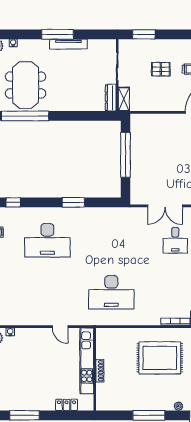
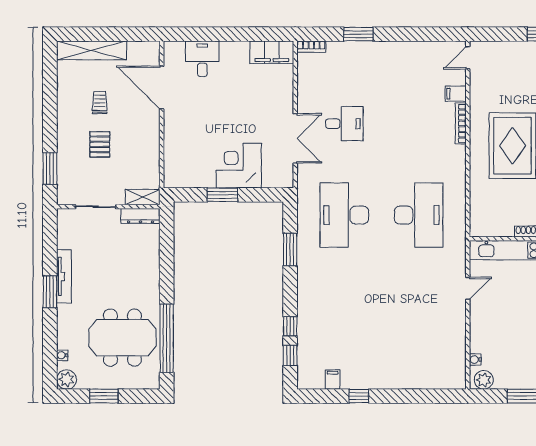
window: (58, 34) -> (50, 292), width x0.69
window: (125, 155) -> (222, 195), width x0.47
corner desk: (146, 166) -> (239, 166), added
window: (34, 202) -> (290, 326), added
window: (73, 202) -> (290, 250), moved
desk: (47, 240) -> (344, 215), moved, turned 180

